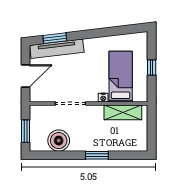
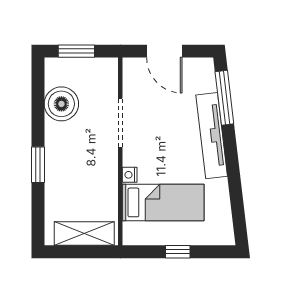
window: (55, 38) -> (224, 98), width x1.44
tv unit: (57, 49) -> (212, 136), moved
shelving: (123, 112) -> (84, 234), moved, turned 90

